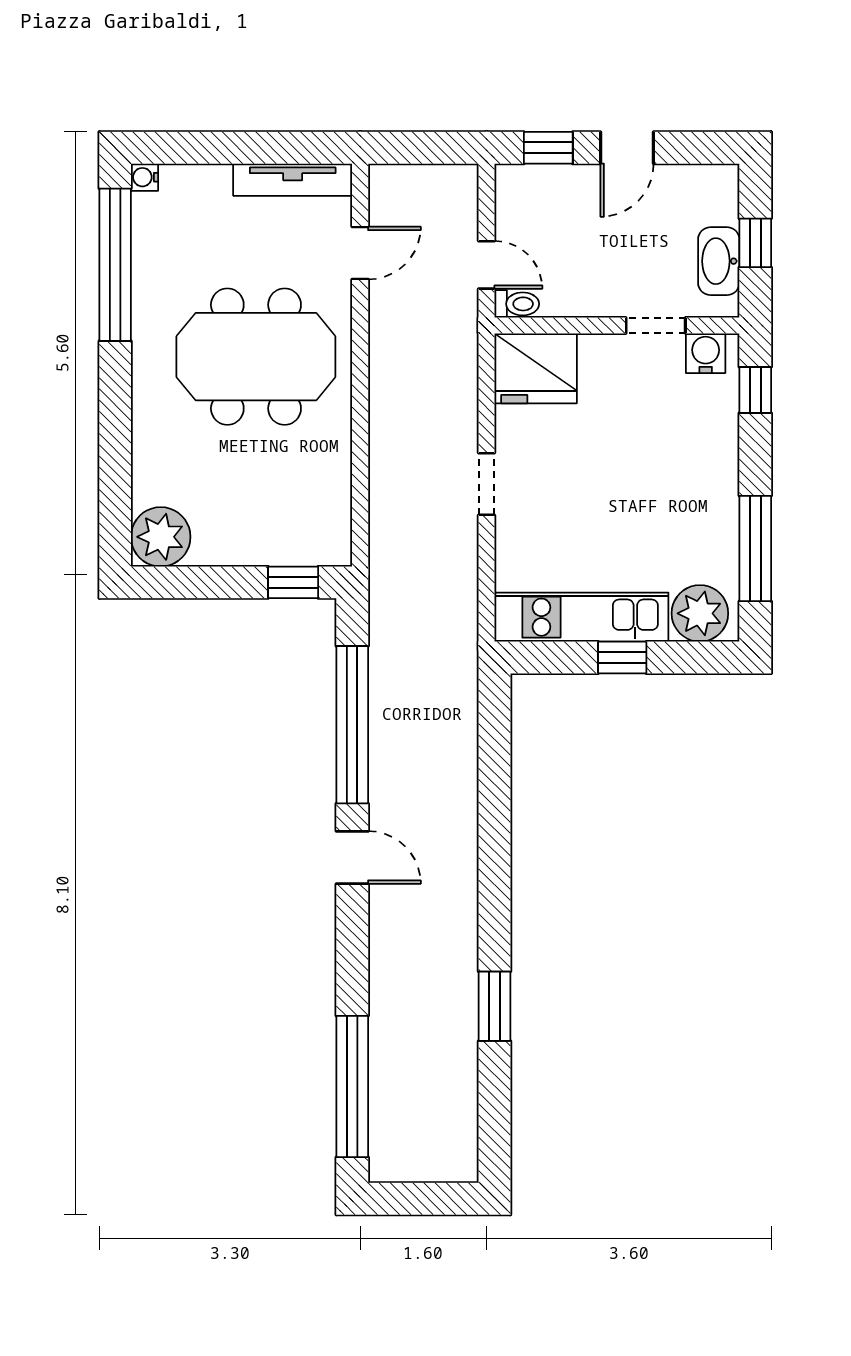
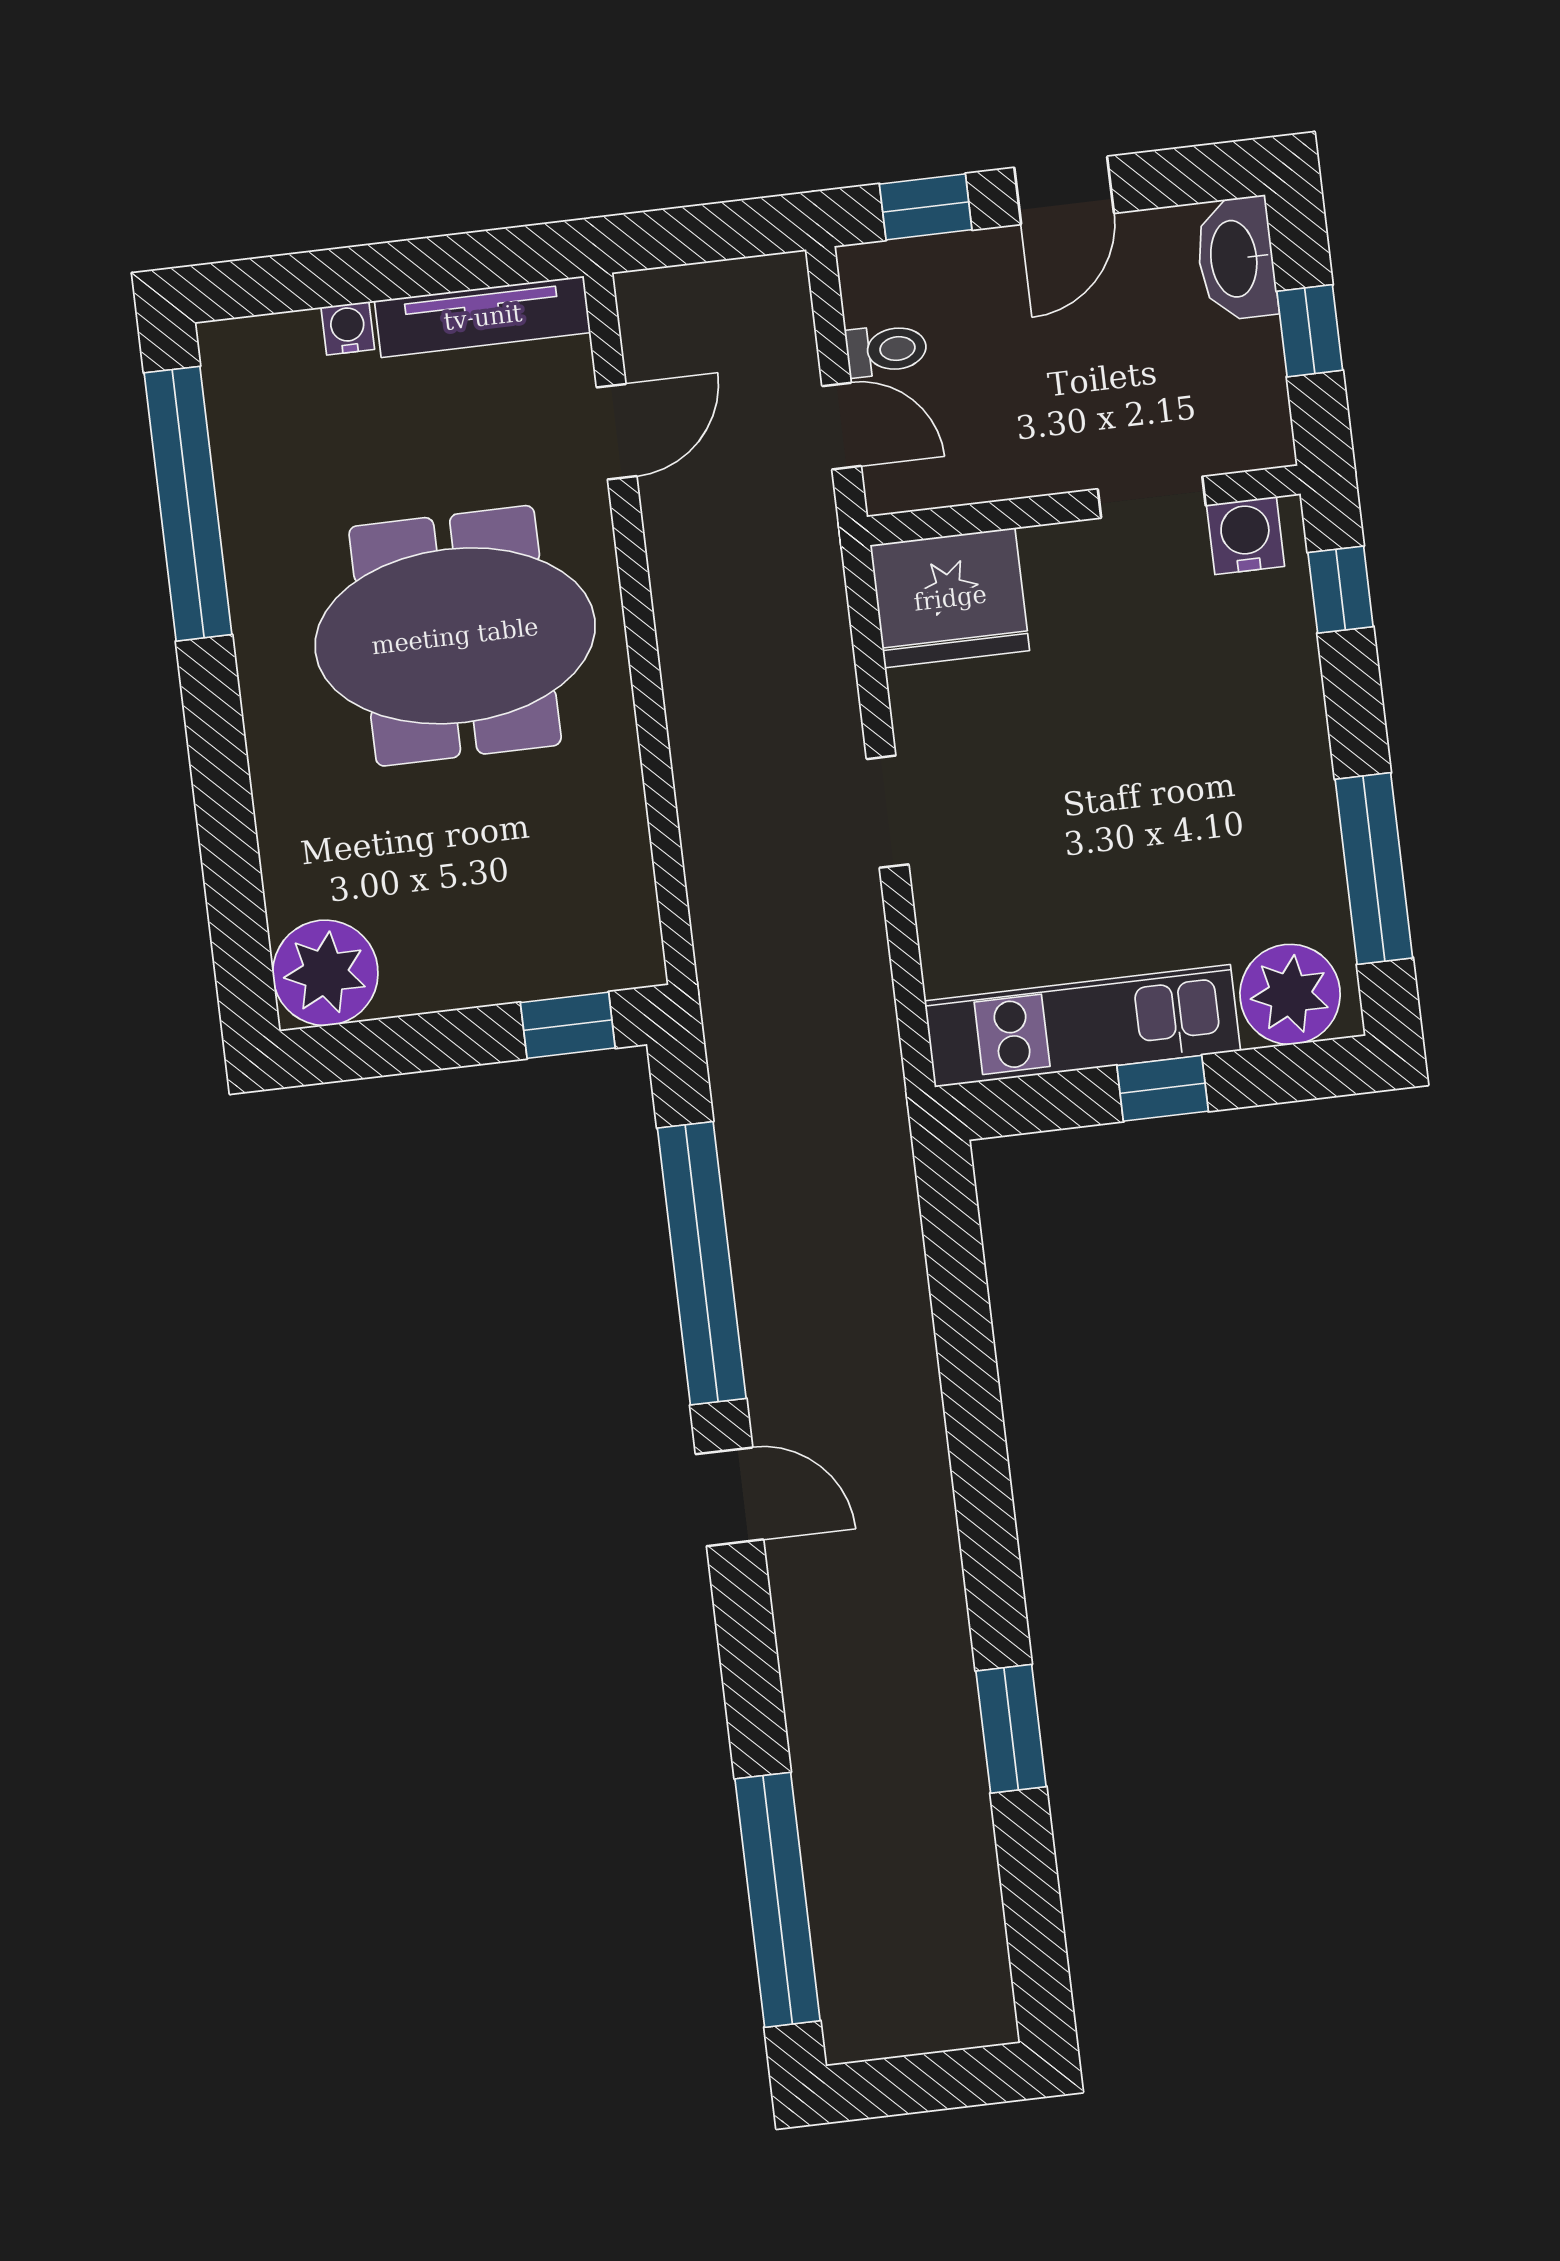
water cooler: (145, 177) -> (348, 328), moved, turned 90
washbasin: (719, 261) -> (1236, 259), moved
toilet: (517, 304) -> (886, 350), moved

